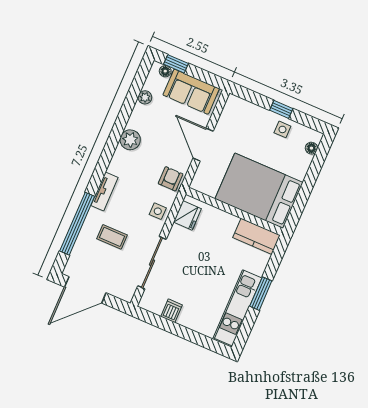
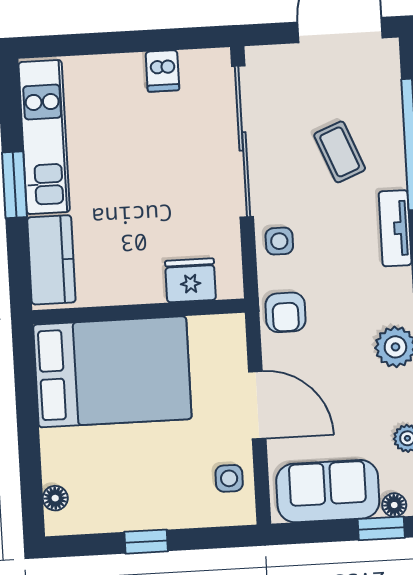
side table: (282, 129) -> (229, 478), moved
fridge: (187, 215) -> (191, 280), moved, turned 90
kitchen counter: (257, 236) -> (51, 260), moved, turned 90
coffee table: (112, 237) -> (340, 152), turned 68
sliding door: (152, 263) -> (243, 141), width x1.36

